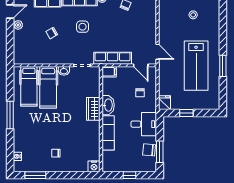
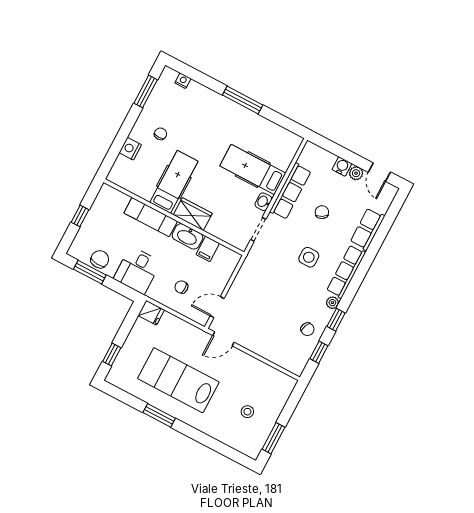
water cooler: (18, 35) -> (342, 166), added
row of seats: (113, 58) -> (290, 191), moved
filing cabinet: (109, 72) -> (208, 249), moved
hospital bed: (29, 86) -> (174, 182), moved, turned 90
window: (186, 113) -> (112, 355), moved
nightstand: (94, 166) -> (130, 149), moved

